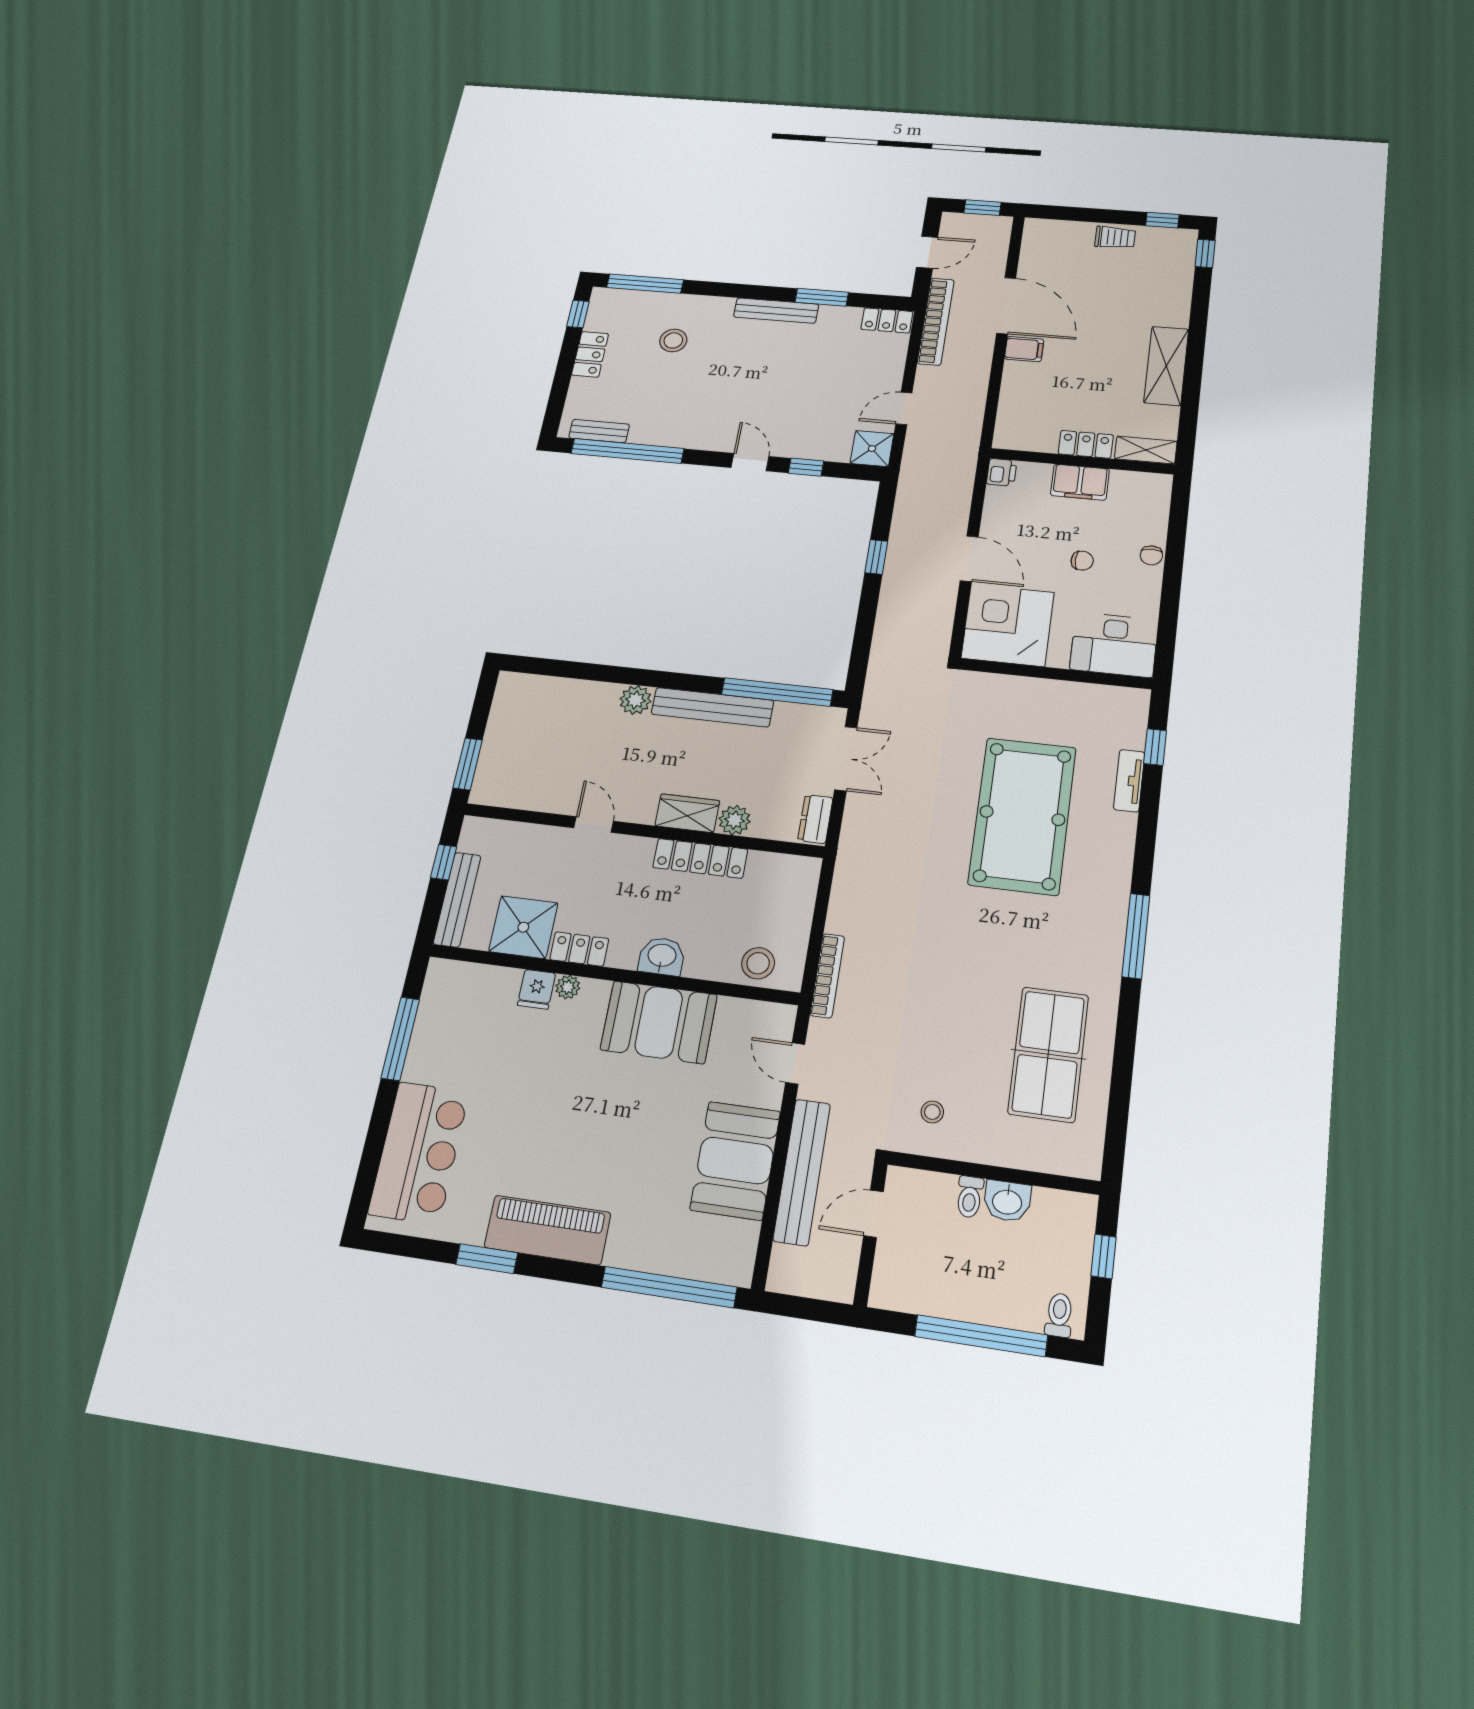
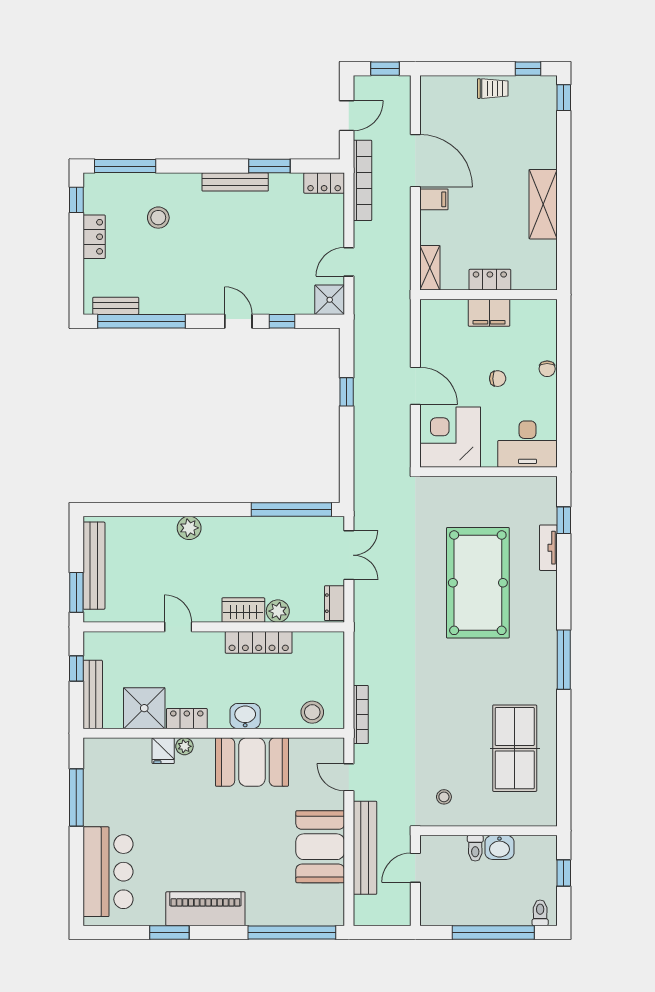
shelving: (1146, 450) -> (430, 268), moved, turned 90
printer: (1002, 472) -> (430, 310), removed
bench: (712, 707) -> (94, 566), moved, turned 90

